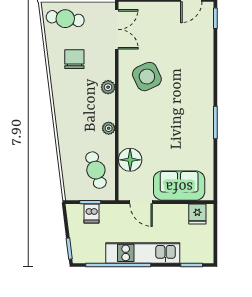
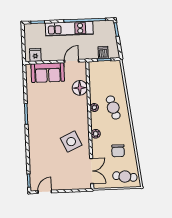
double door: (117, 29) -> (92, 171), swing flipped
cafe table: (96, 170) -> (113, 108), moved
door: (141, 202) -> (72, 61), hinge flipped

